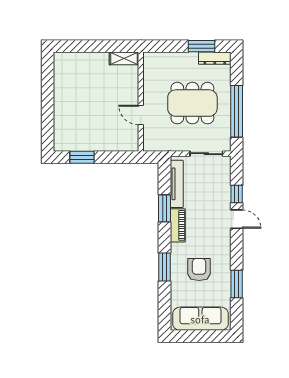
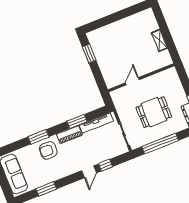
shelving: (124, 58) -> (159, 40), moved
dining table: (192, 103) -> (154, 112), width x0.73
armchair: (199, 270) -> (48, 150), moved, turned 180

